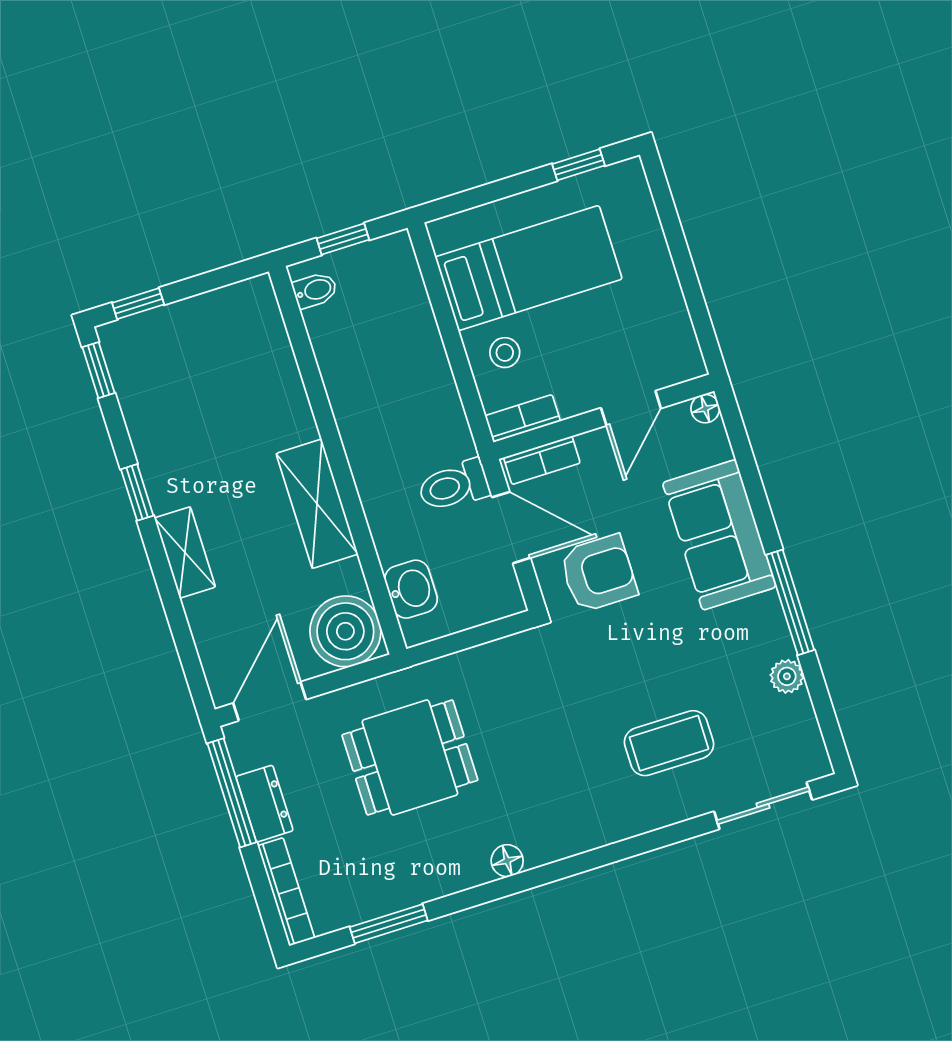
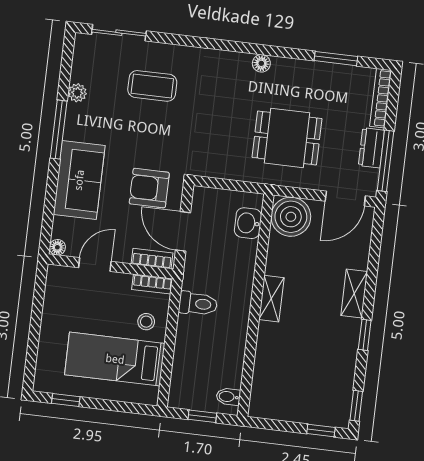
toilet: (454, 486) -> (198, 304), moved
shelving: (317, 504) -> (271, 299), width x0.67, depth x0.75

